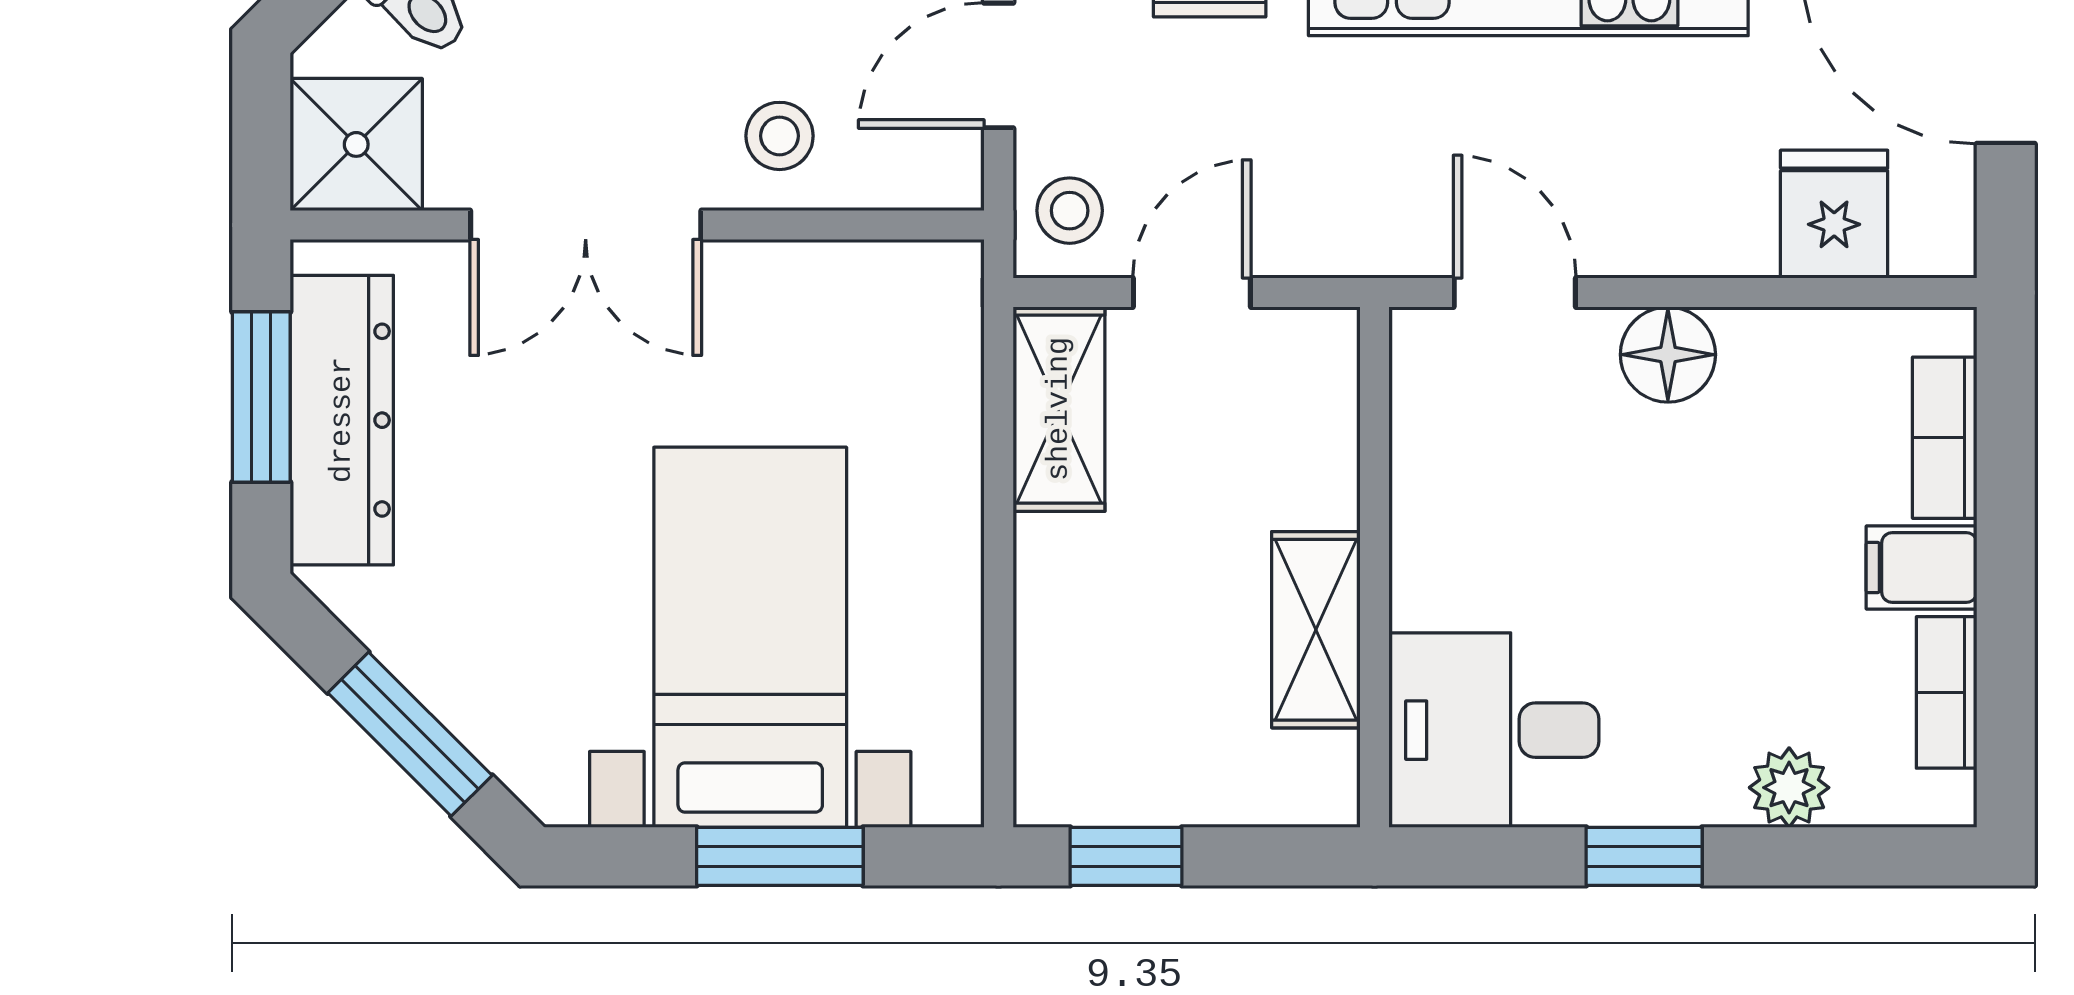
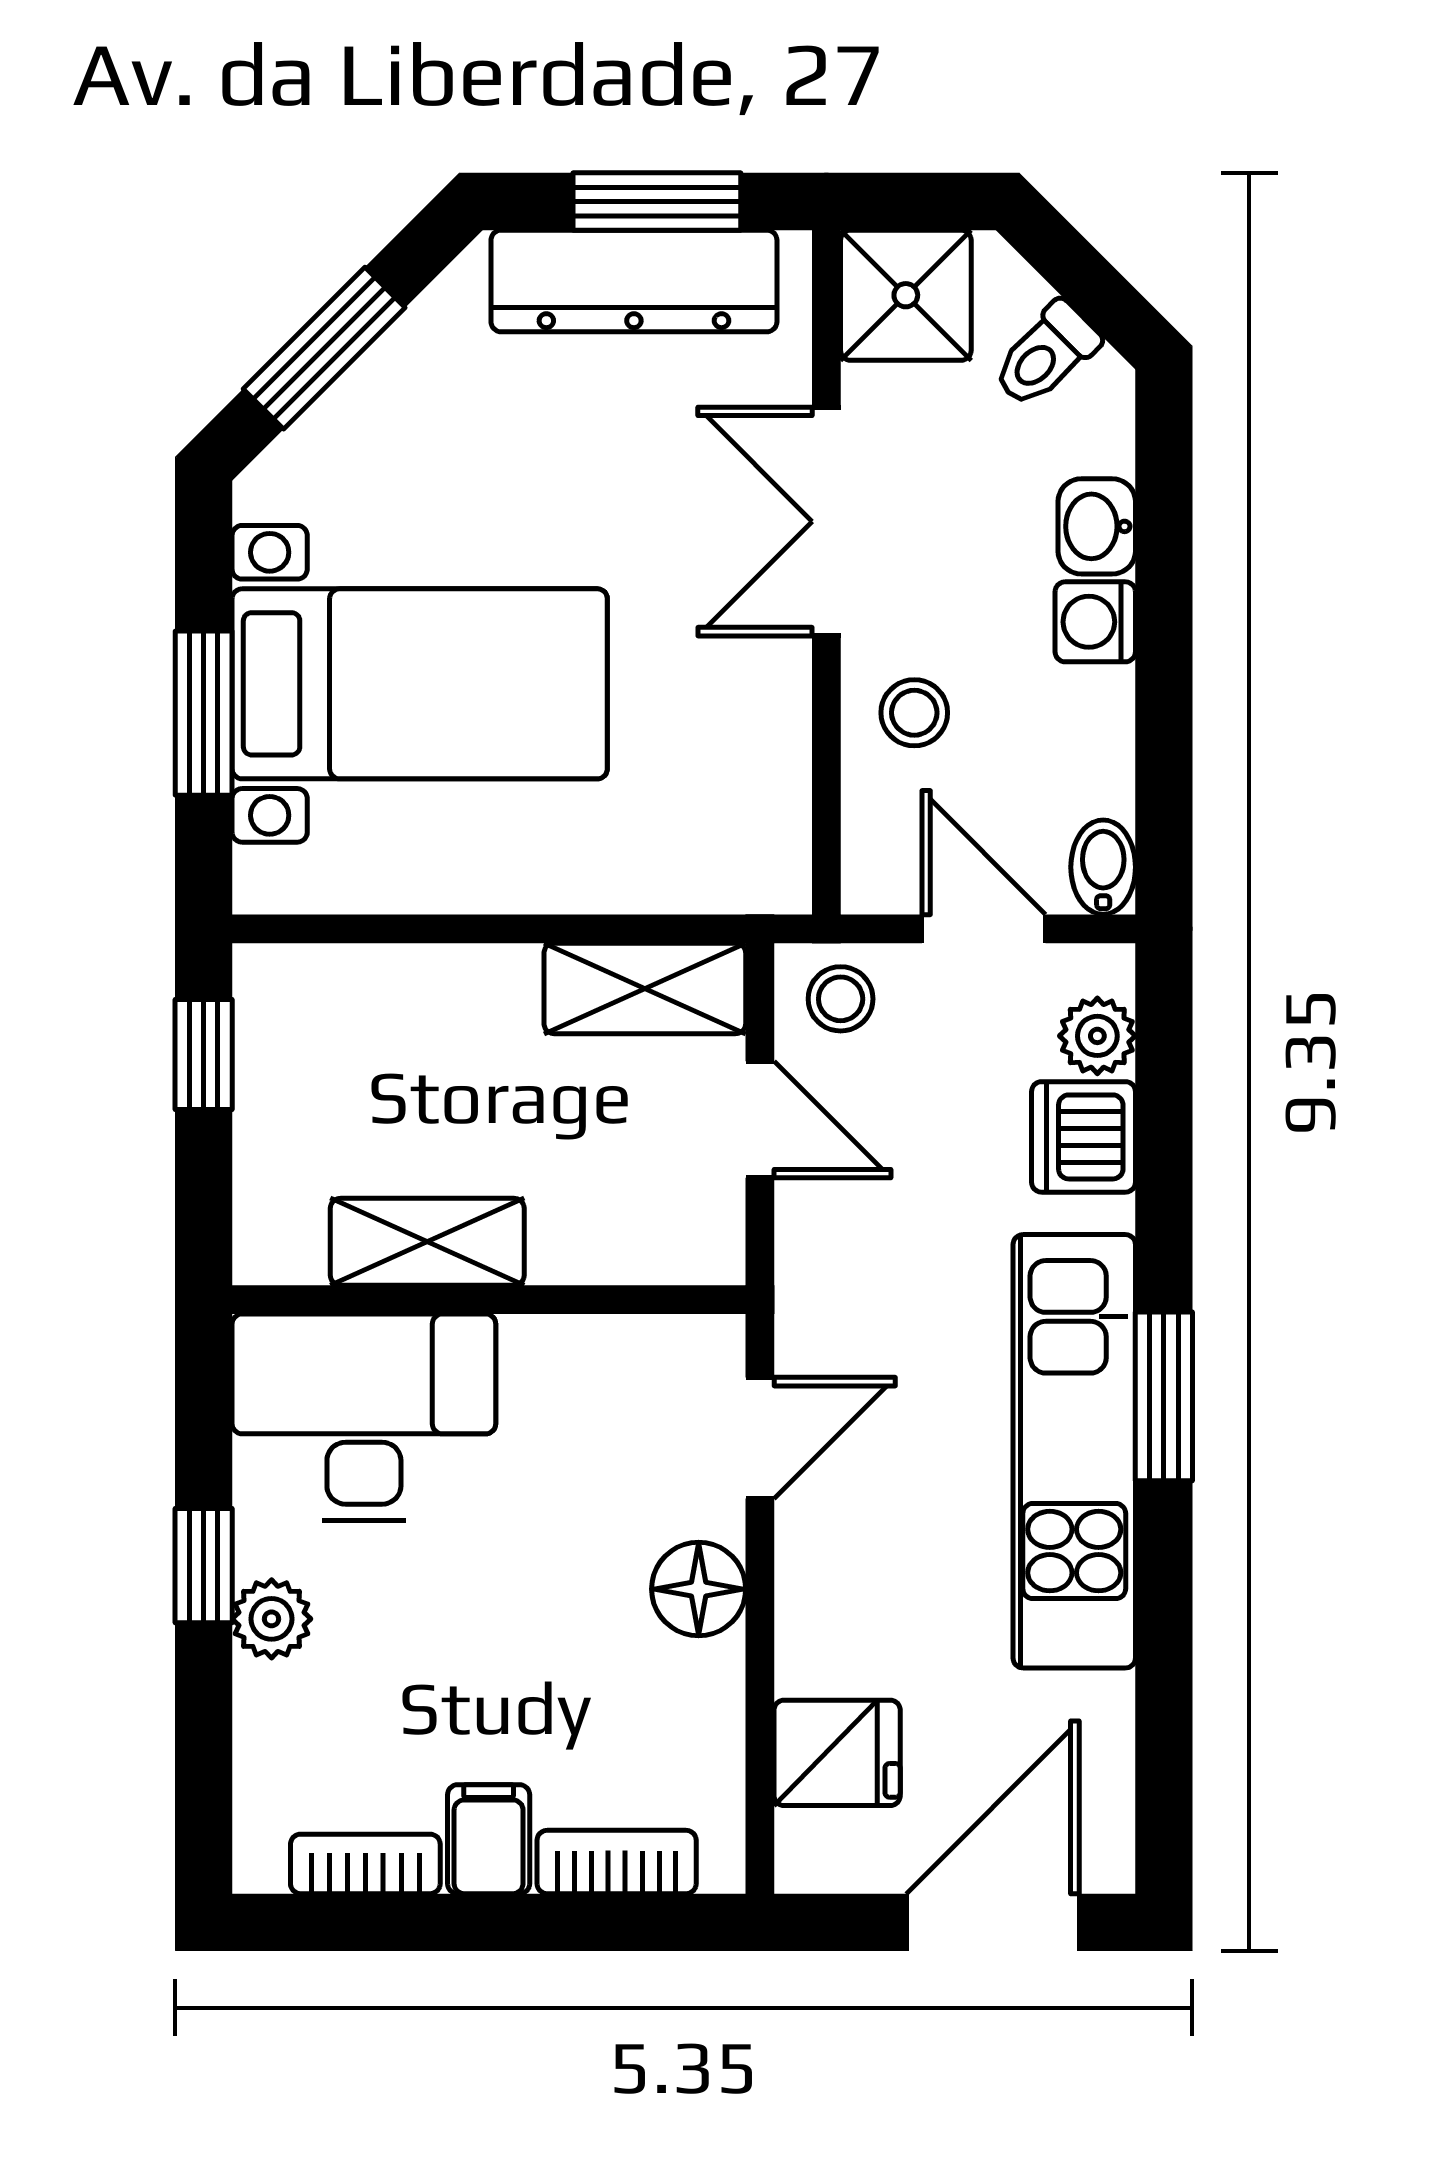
desk: (1494, 730) -> (364, 1417), width x1.37
plant: (1789, 788) -> (272, 1619), moved

